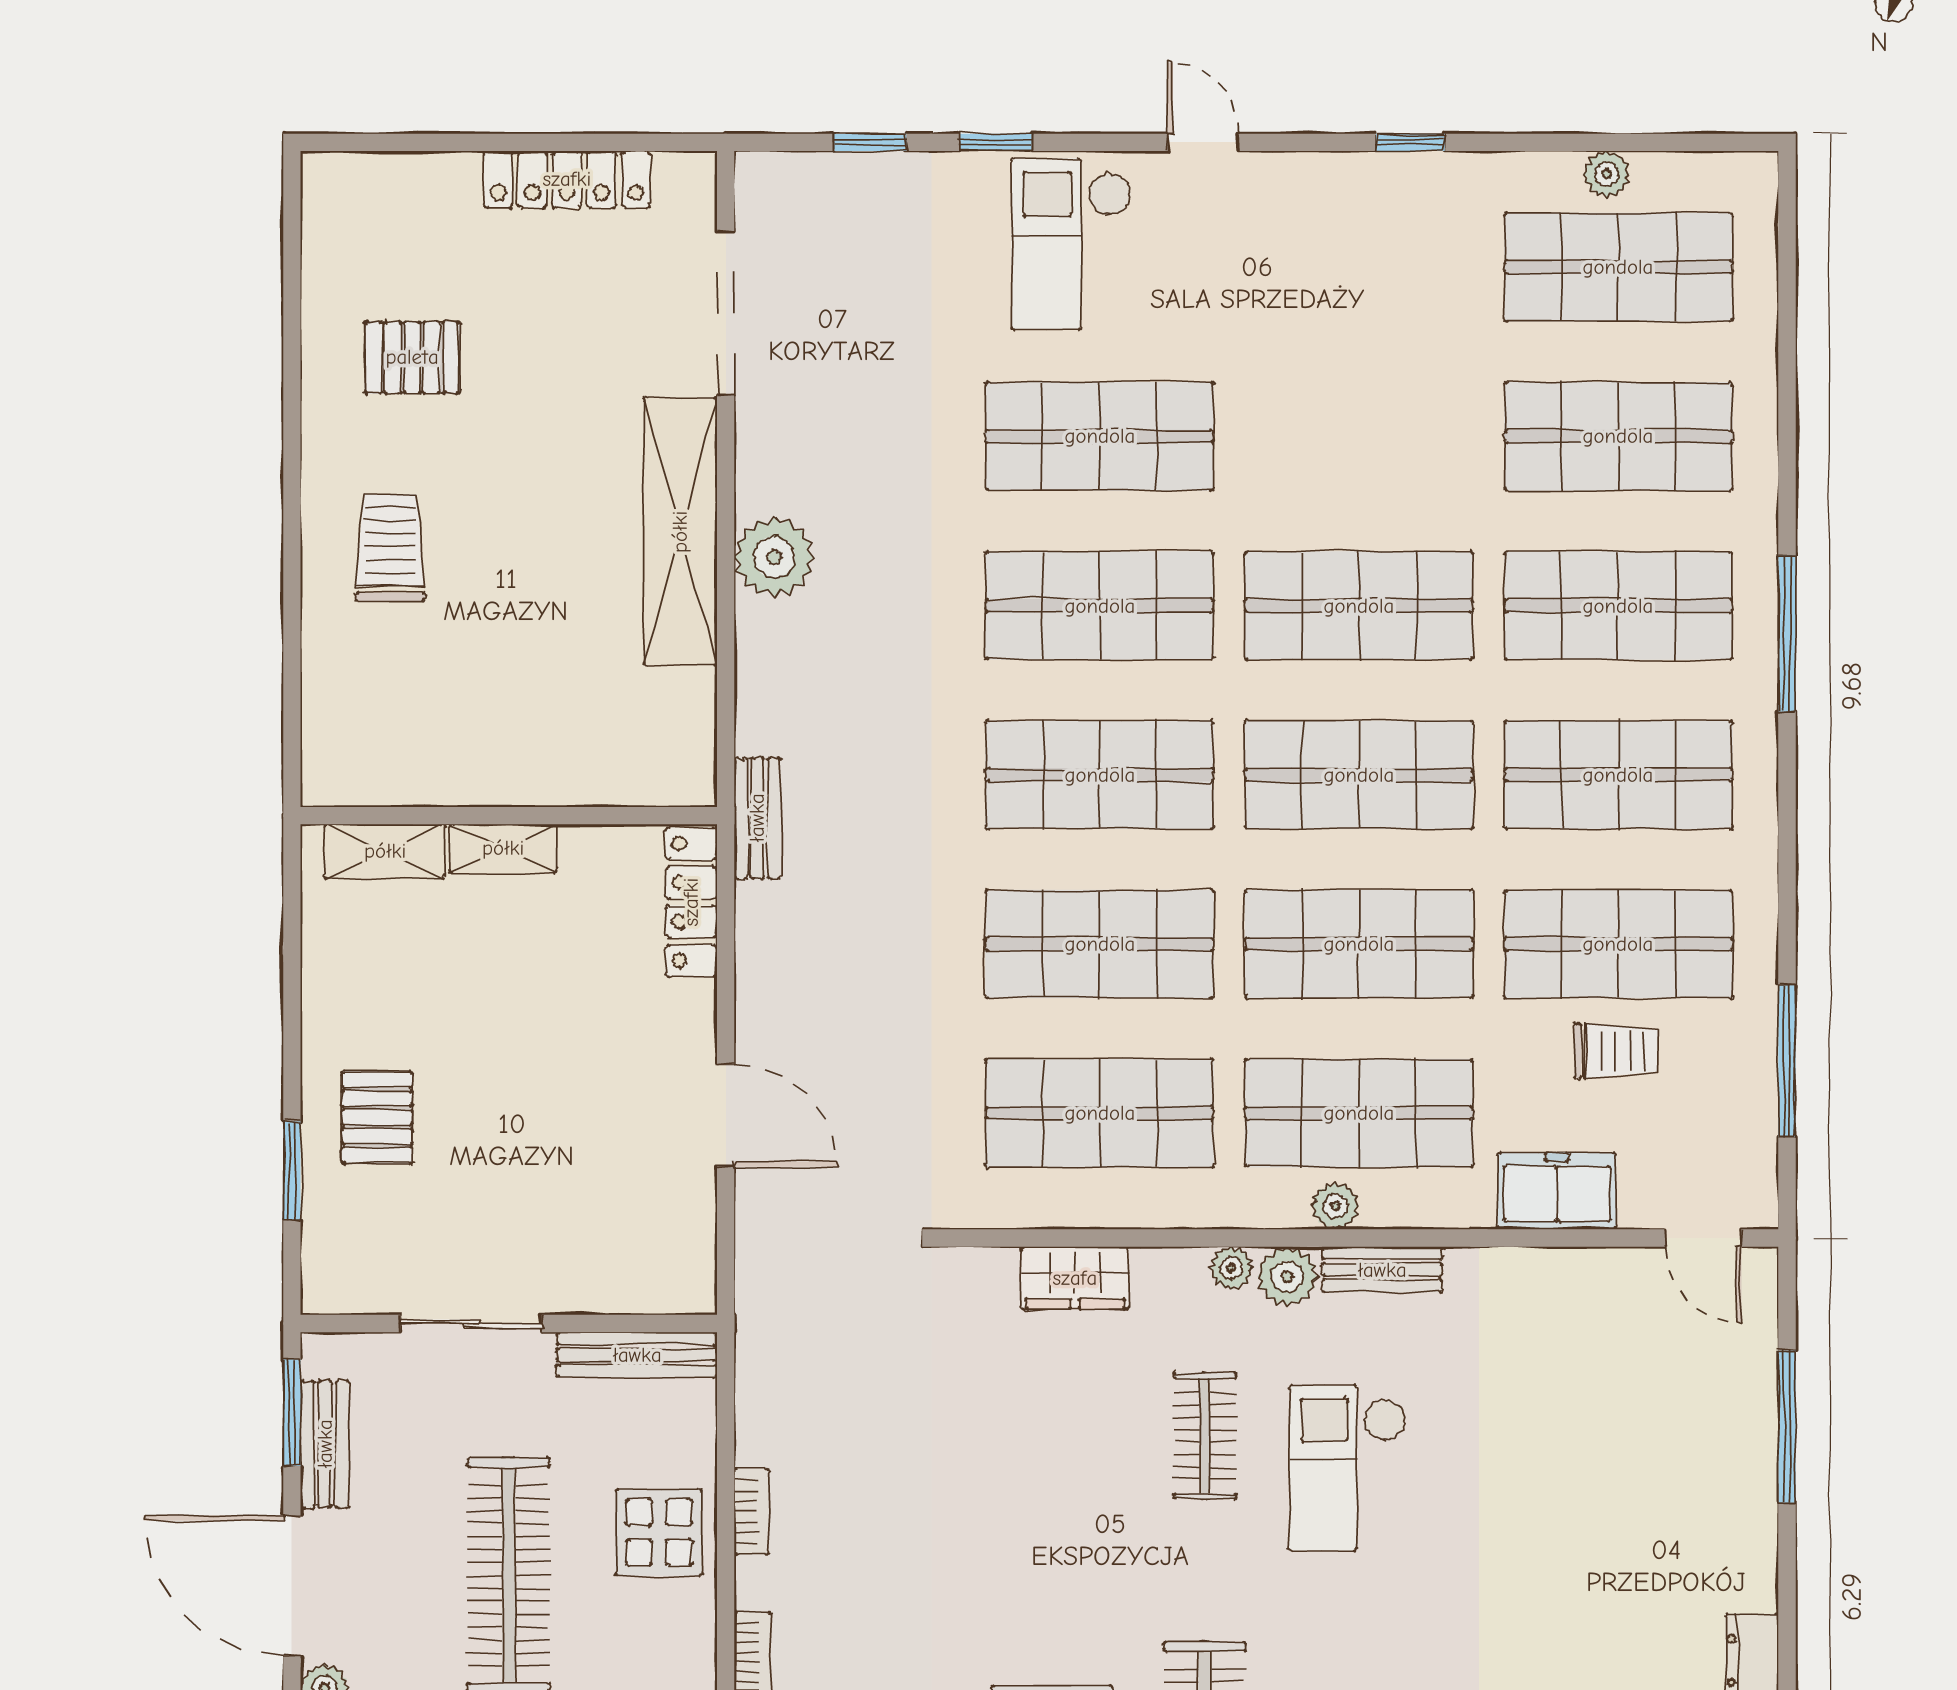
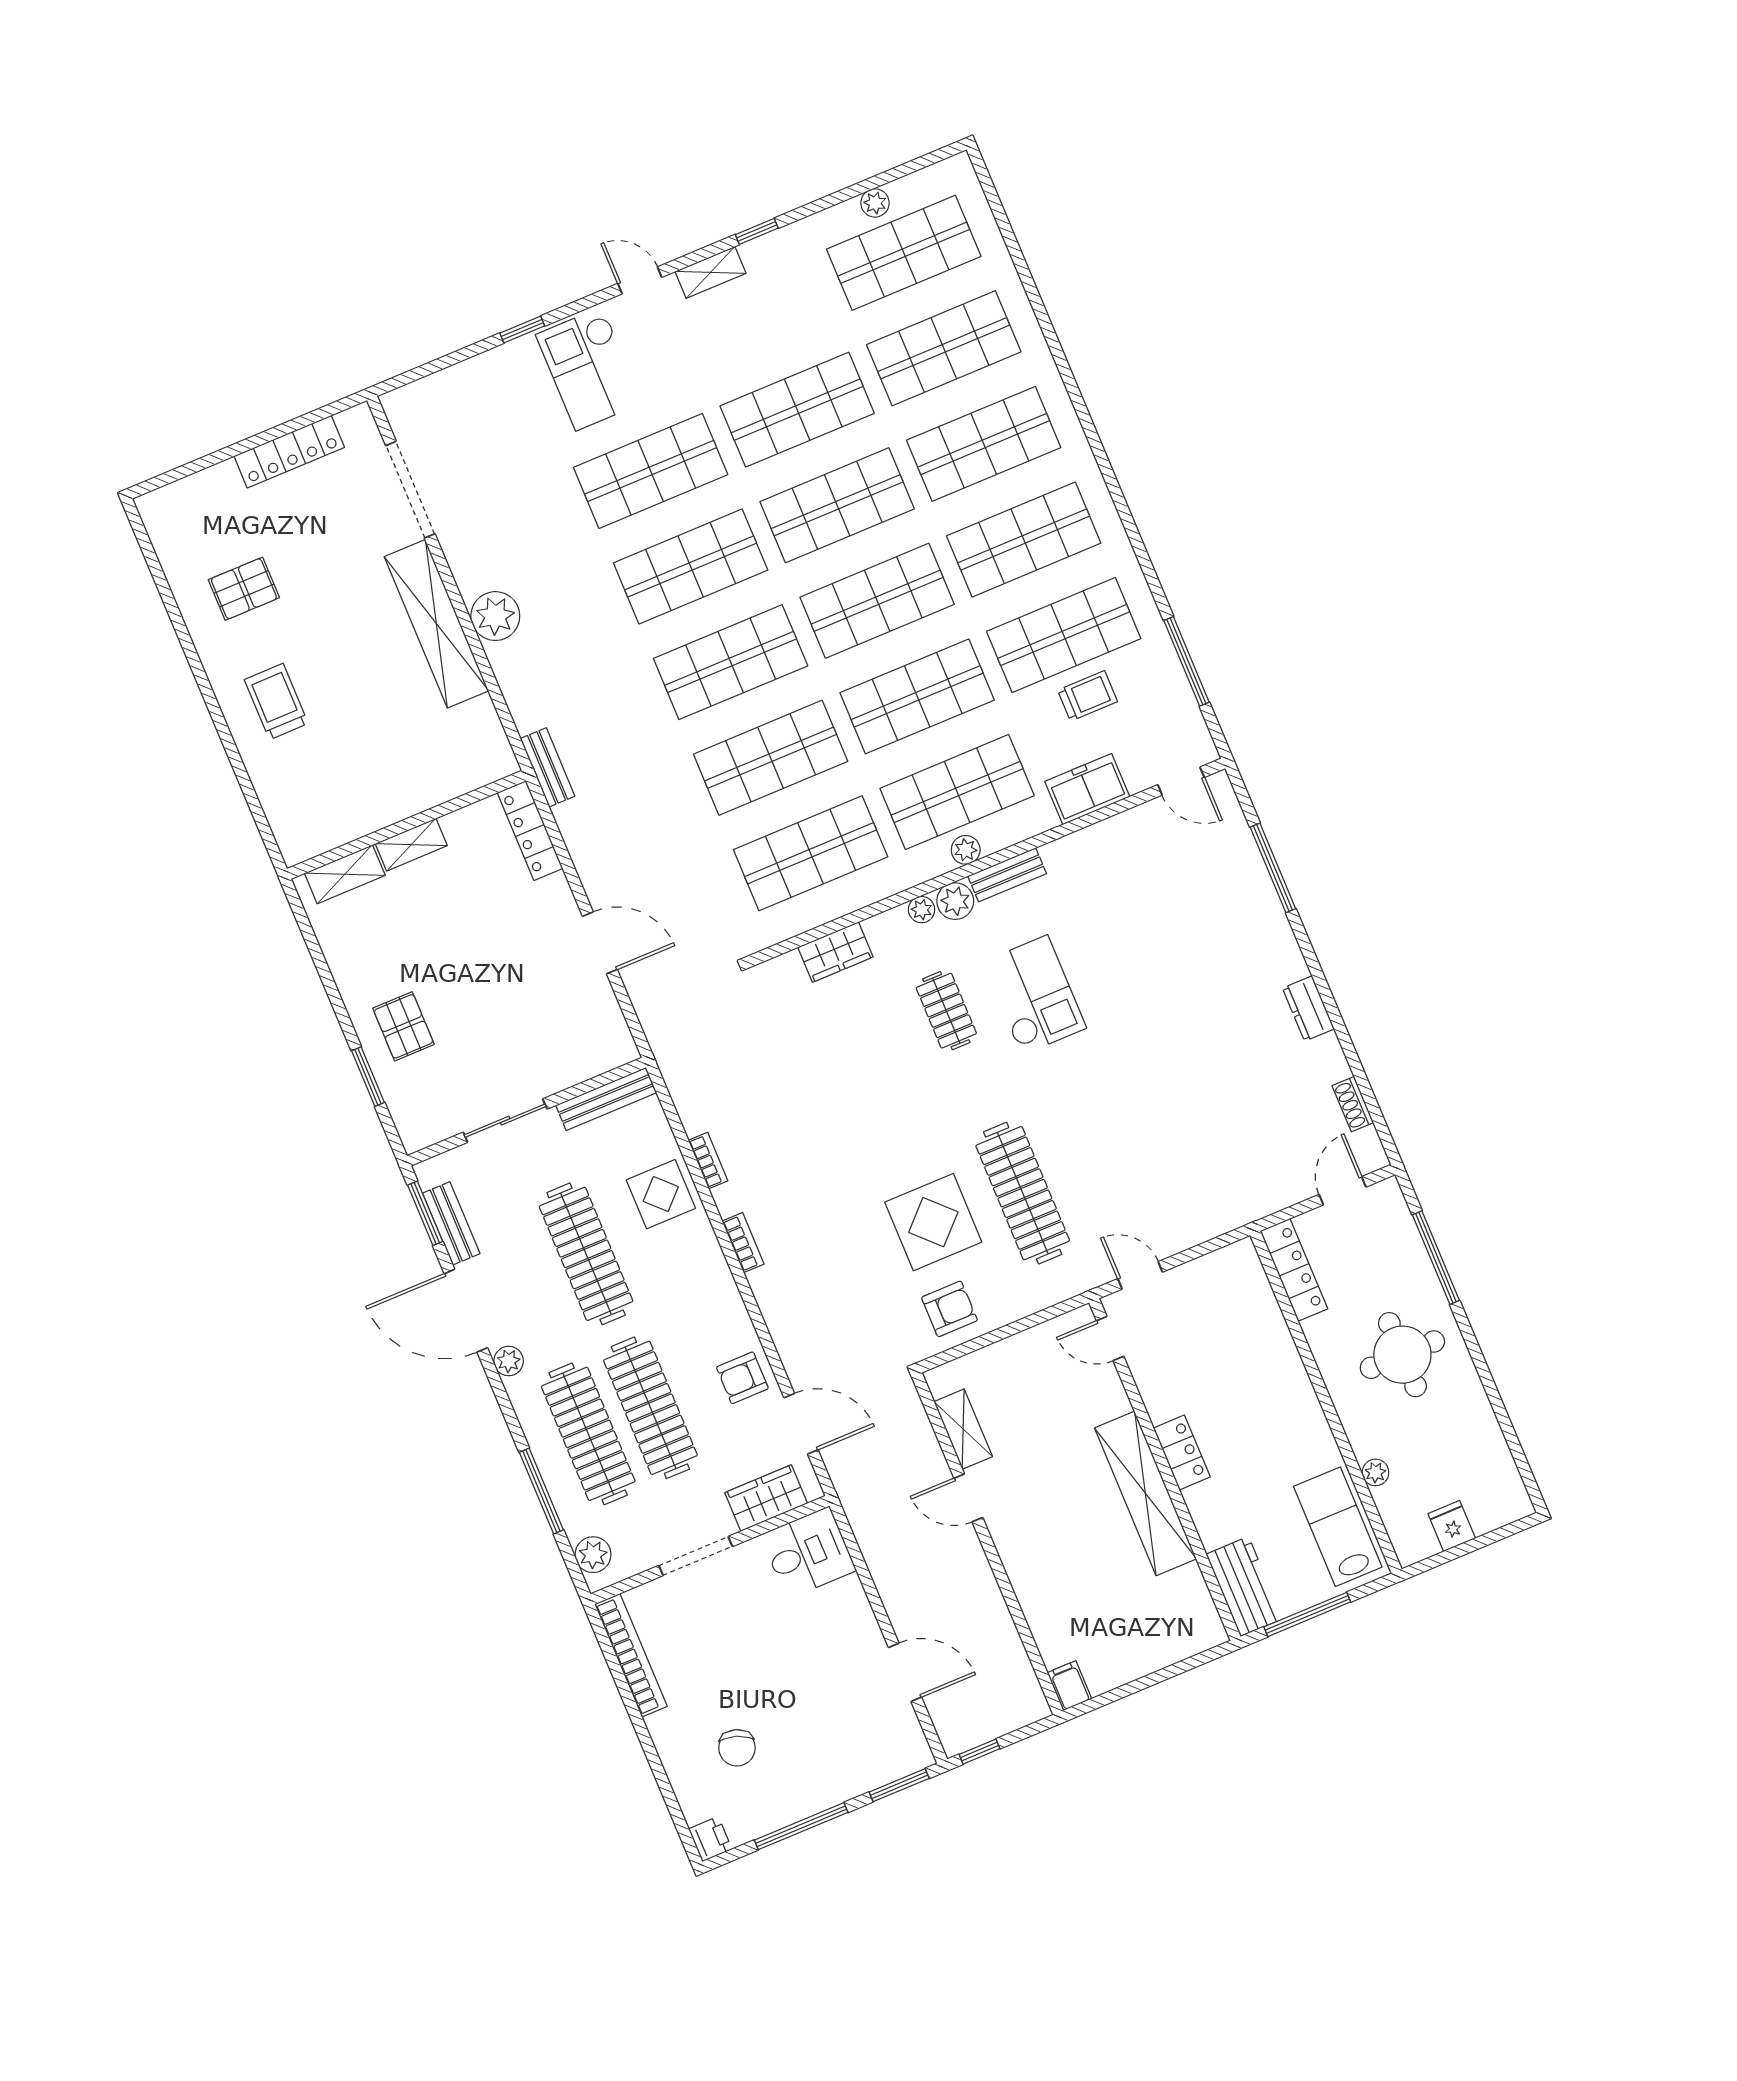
window: (870, 142) -> (452, 359), removed
shelving: (1315, 175) -> (710, 272), added
shop shelf: (1359, 436) -> (797, 410), added
window: (1787, 634) -> (1086, 420), removed
checkout: (1347, 1468) -> (1034, 995), turned 180

